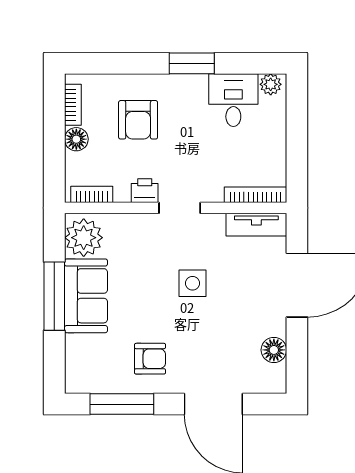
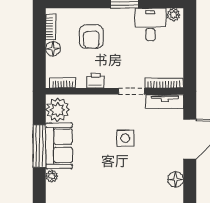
doorway: (180, 208) -> (131, 91), moved
plant: (74, 345) -> (52, 176), added
armchair: (150, 359) -> (99, 185), removed

